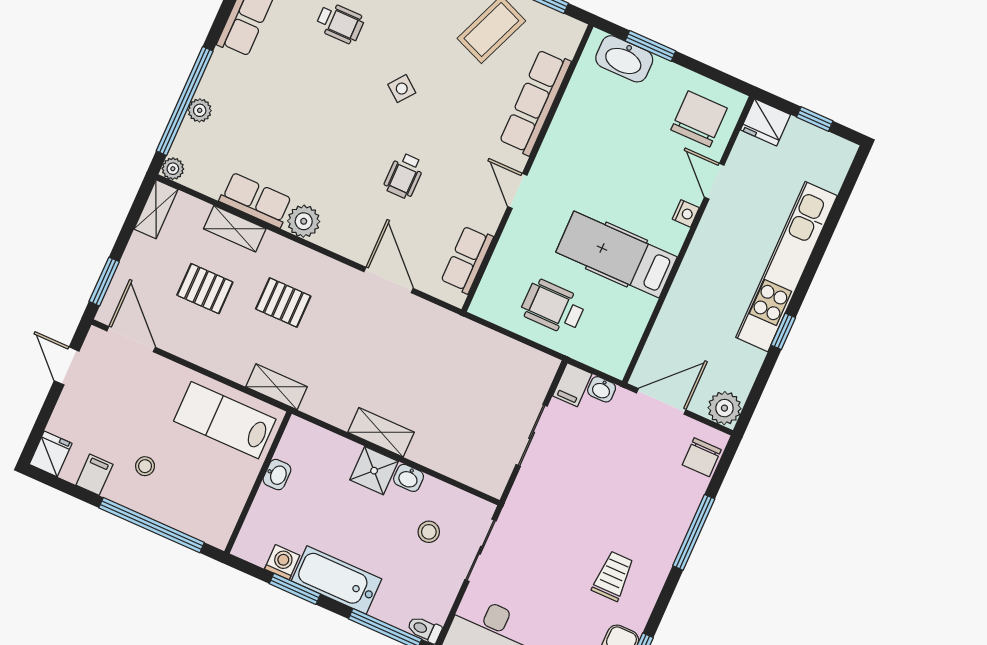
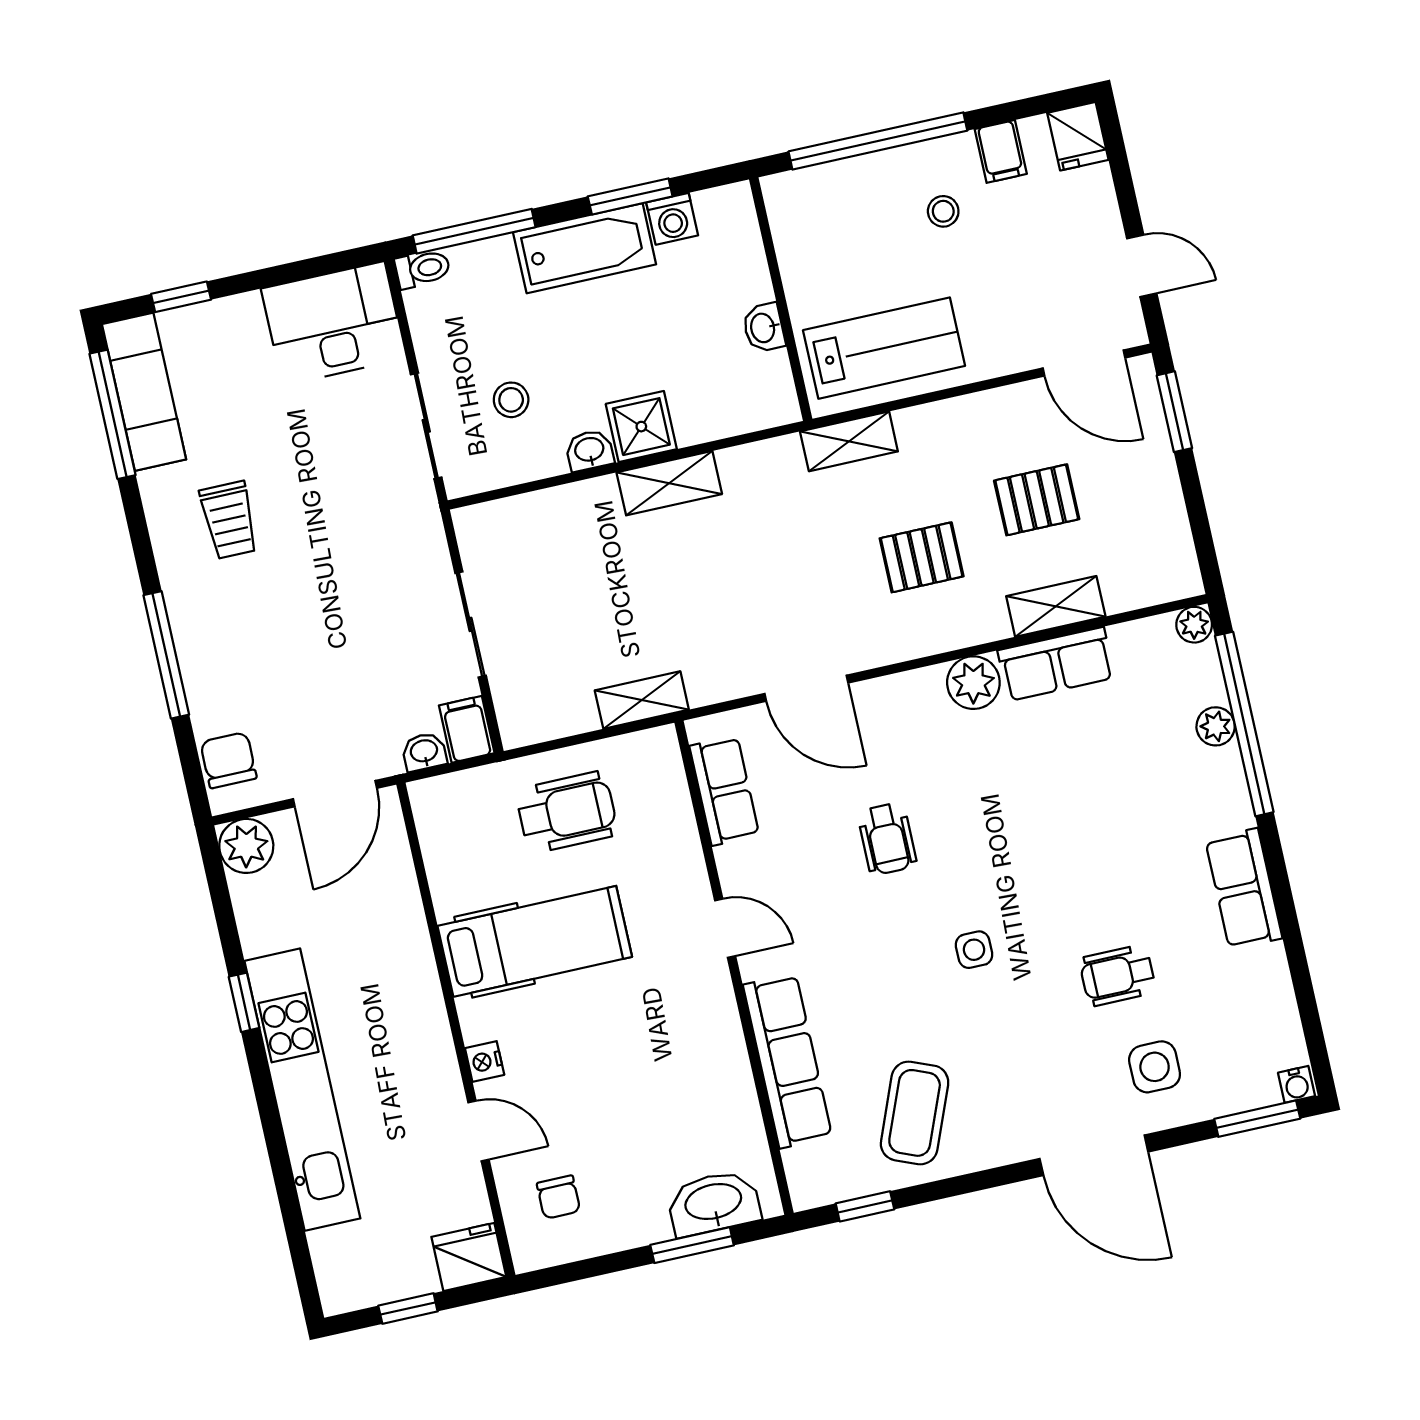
side table: (402, 89) -> (974, 950), turned -38
chair: (699, 119) -> (558, 1197), width x0.54, depth x0.54
wheelchair: (404, 176) -> (887, 839), turned 180
shelving: (156, 209) -> (642, 700), moved, turned 90

